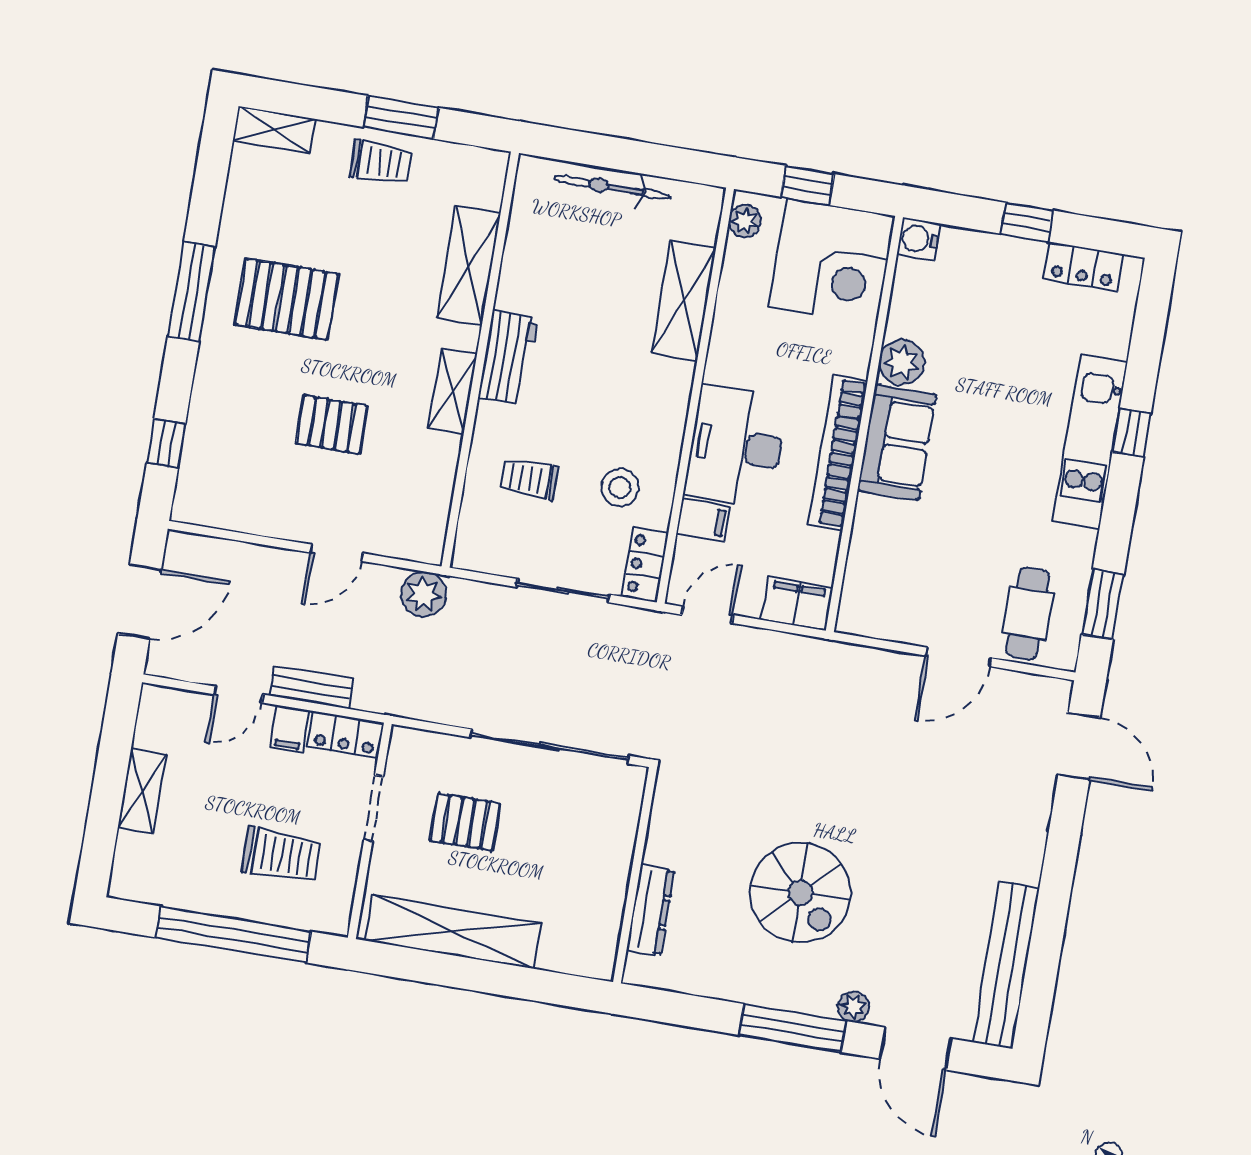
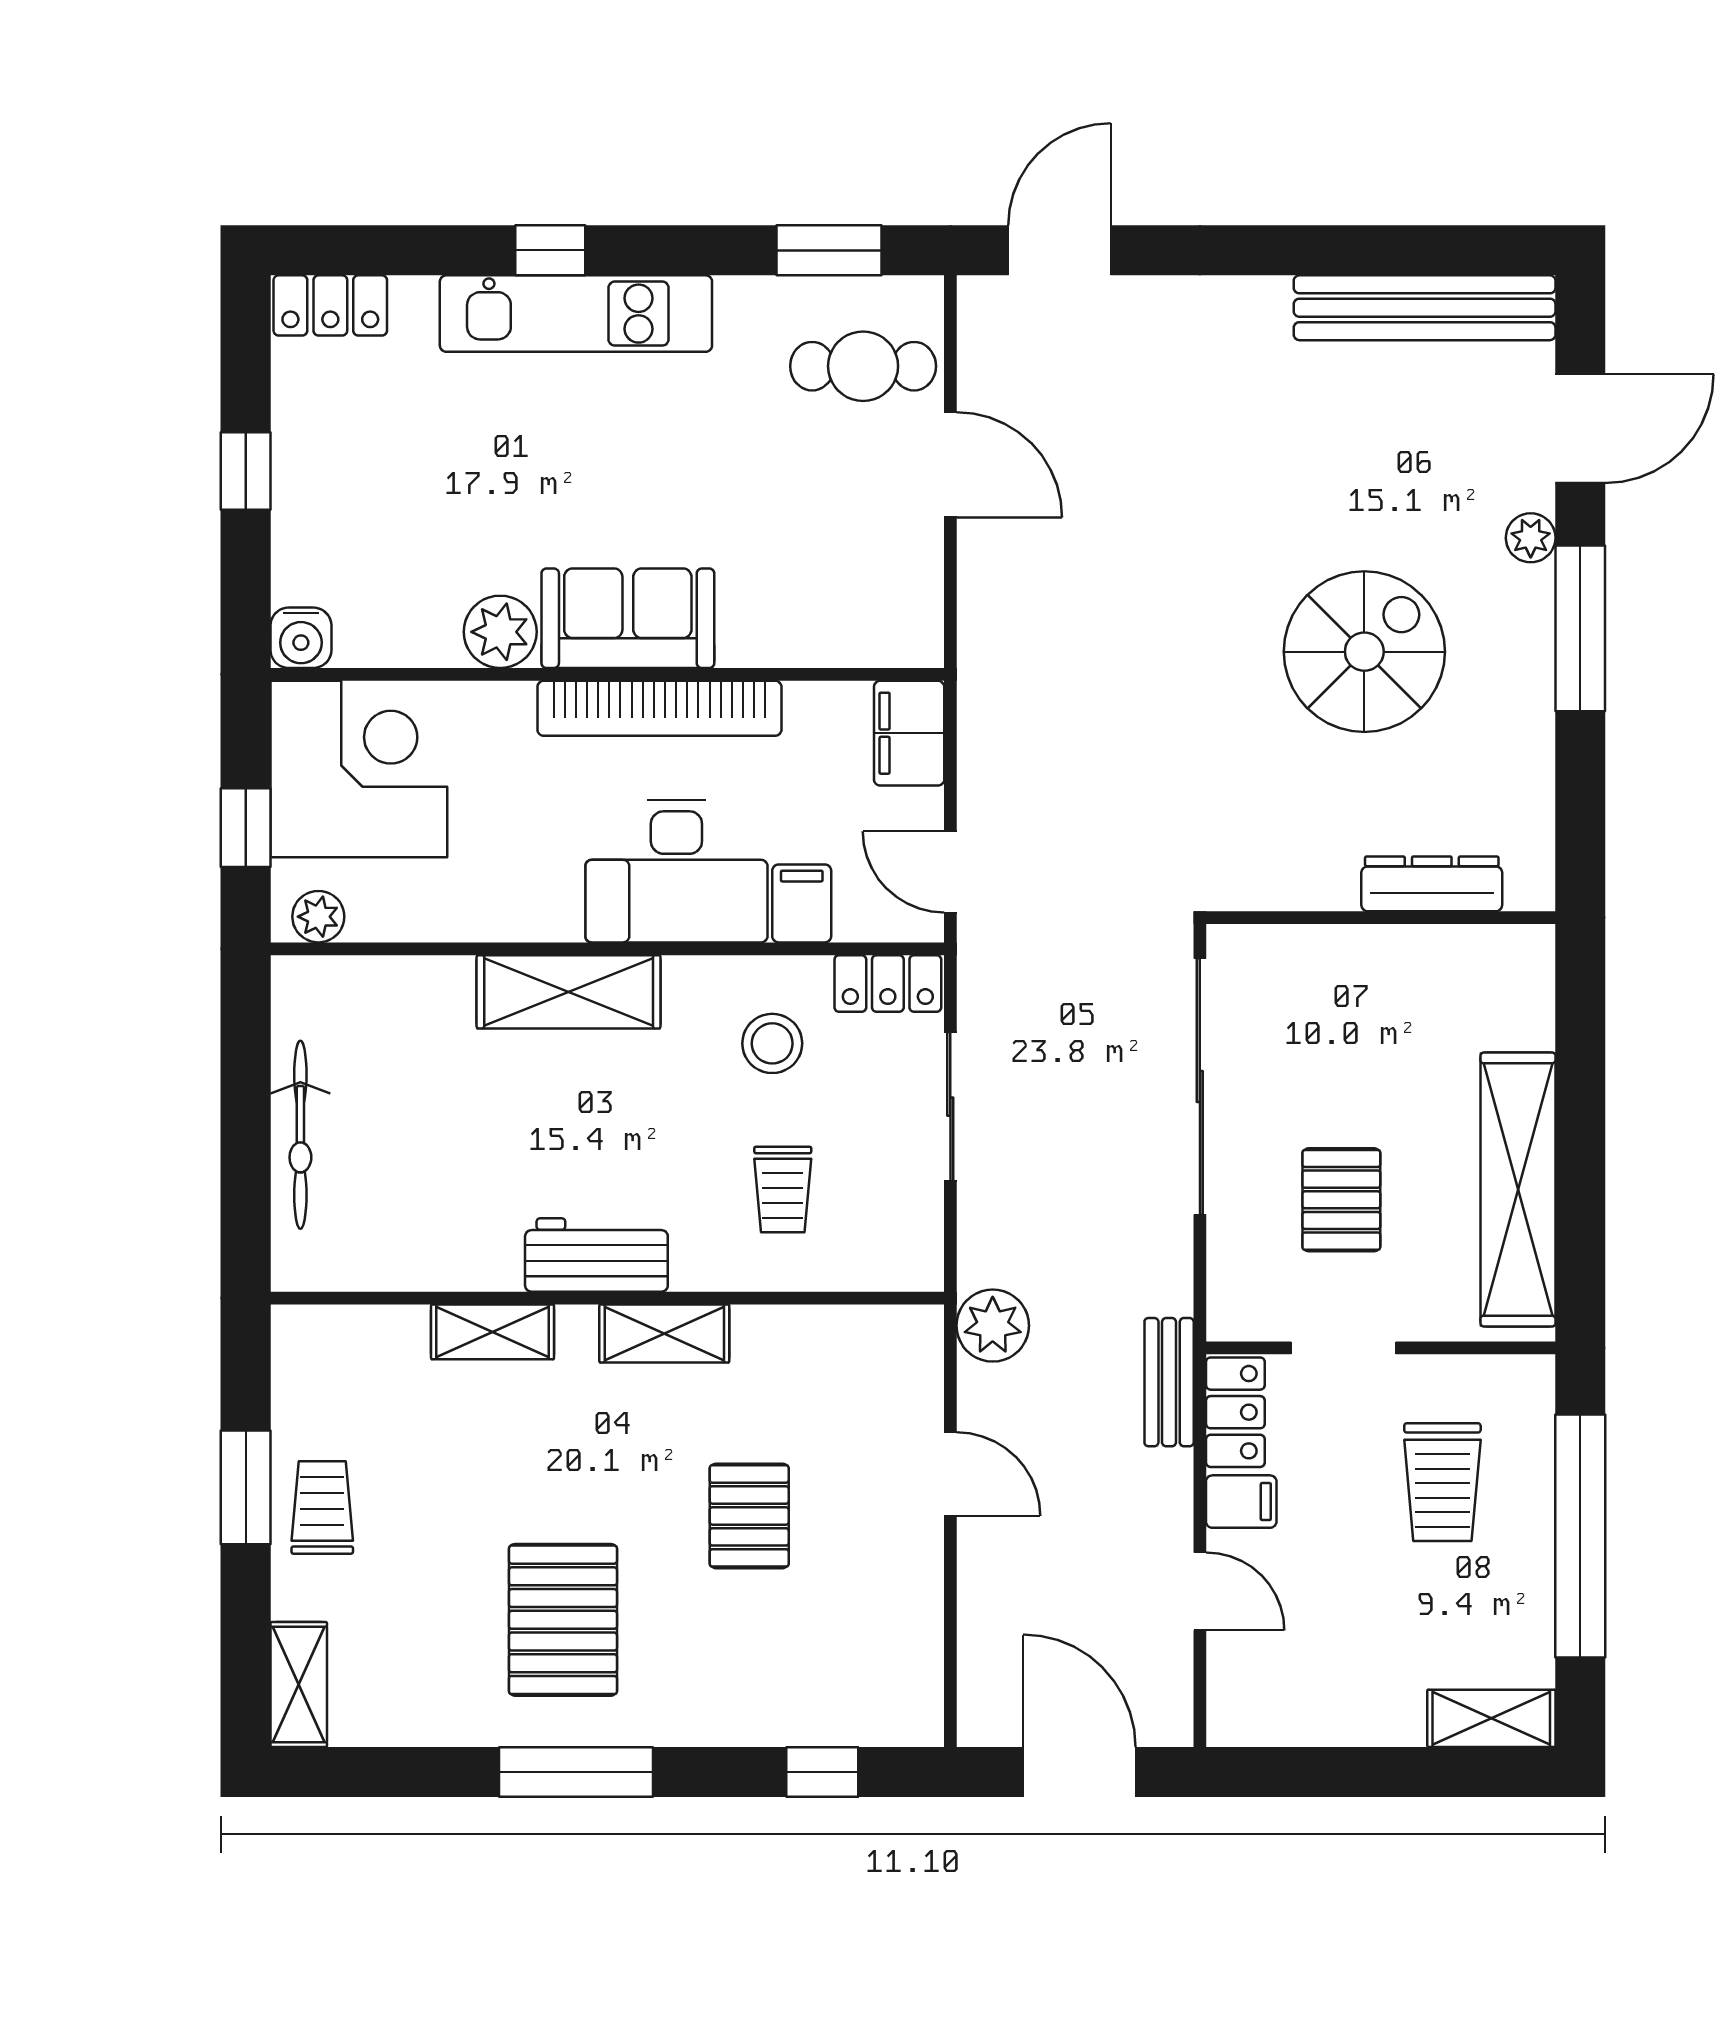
shelving: (469, 266) -> (493, 1332), width x0.67, depth x0.75
locker: (1083, 266) -> (330, 305), moved, turned 90
shelving: (684, 300) -> (569, 992), moved
bench: (311, 687) -> (1169, 1382), moved
shelving: (142, 791) -> (1491, 1718), moved
trolley: (281, 855) -> (1442, 1482), turned 180

